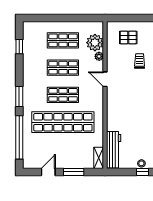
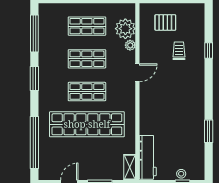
window: (19, 47) -> (34, 33), width x2.17
door: (105, 79) -> (137, 73), swing flipped
window: (19, 96) -> (34, 79), moved

